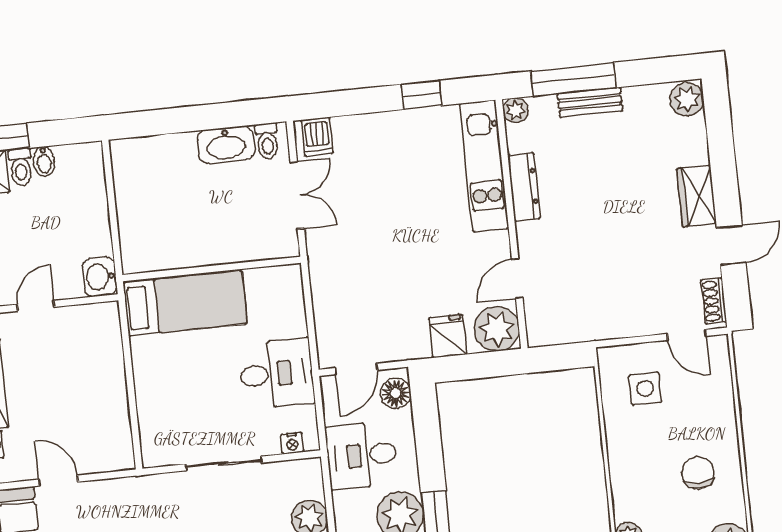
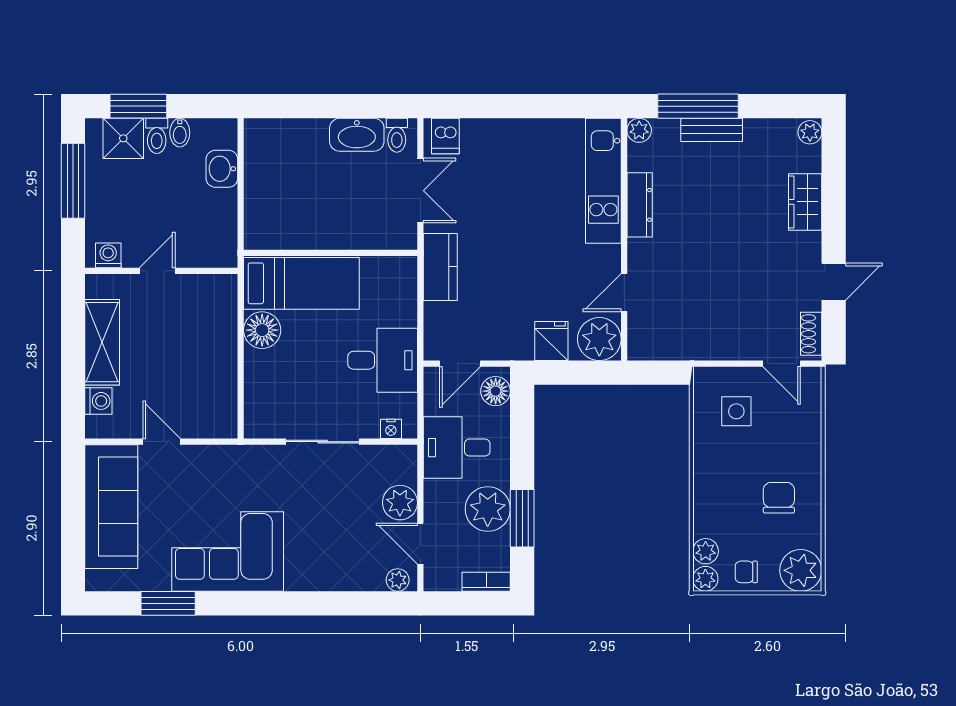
window: (421, 95) -> (550, 106), removed
plant: (687, 99) -> (810, 132), width x0.73, depth x0.73
wardrobe: (697, 196) -> (805, 202), moved
kitchen counter: (326, 272) -> (440, 267), added
washbasin: (100, 277) -> (222, 169), moved
floor lamp: (150, 355) -> (262, 330), added

